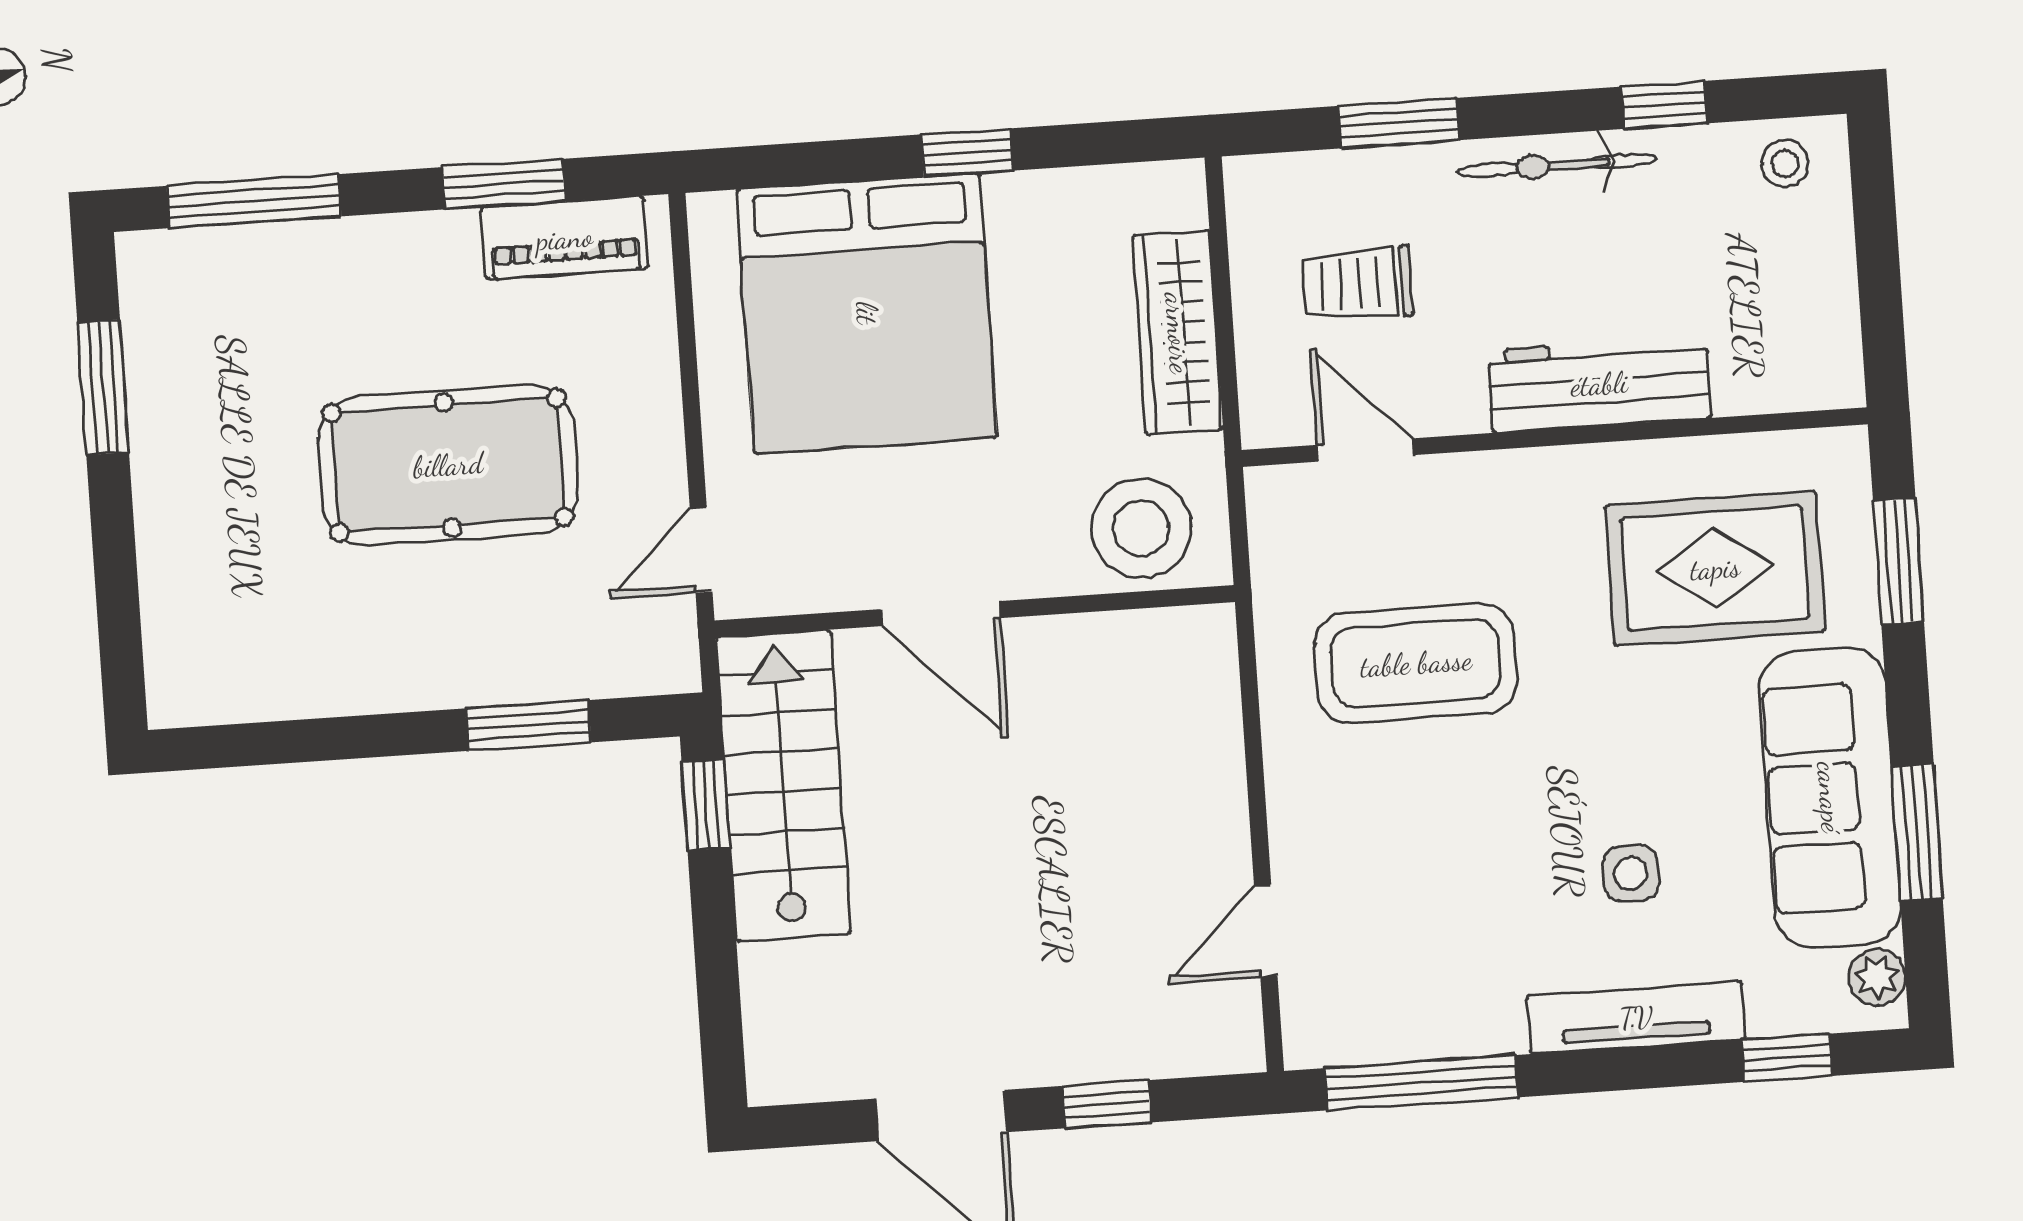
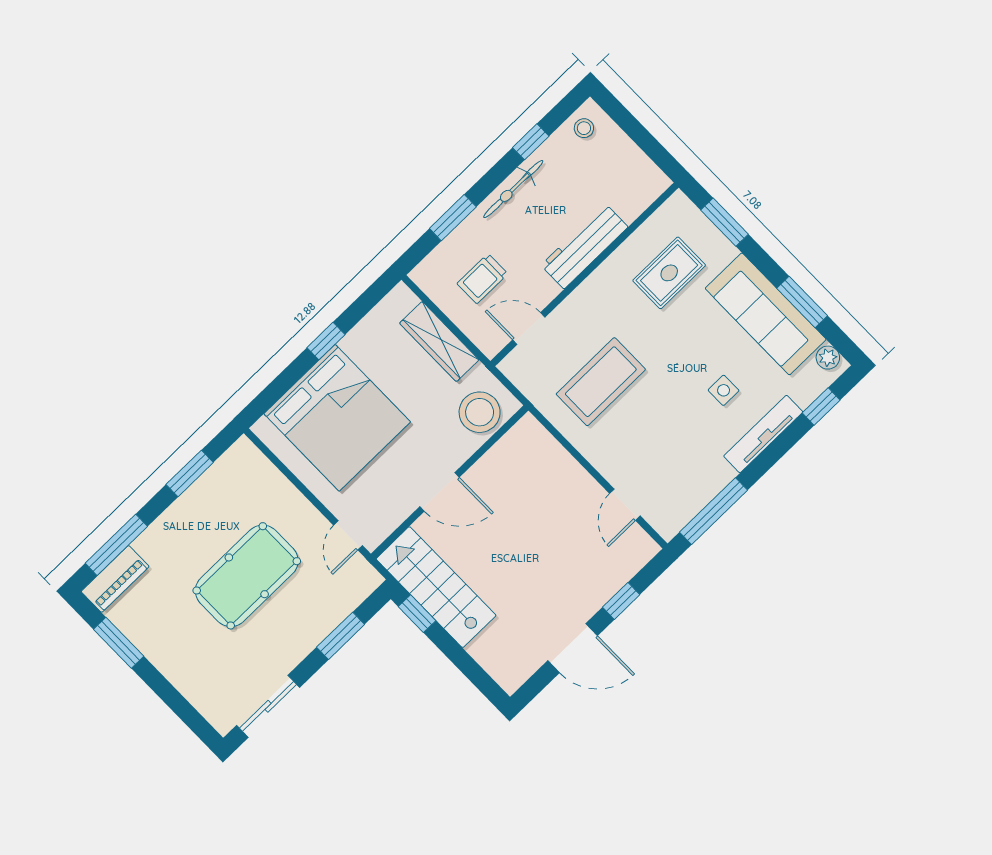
piano: (565, 238) -> (115, 579), moved
rug: (1715, 568) -> (669, 273), width x0.73, depth x0.70
sliding door: (281, 742) -> (268, 706), added

